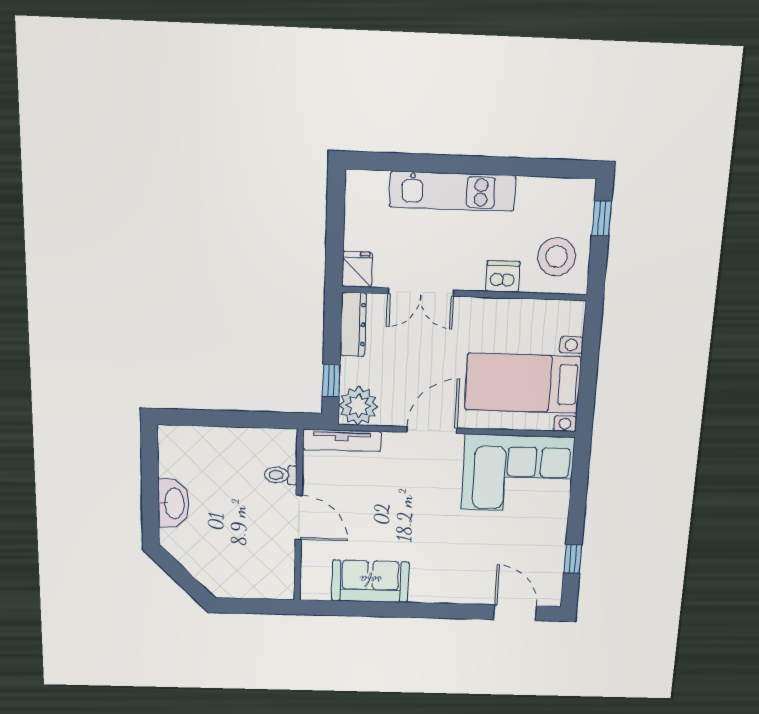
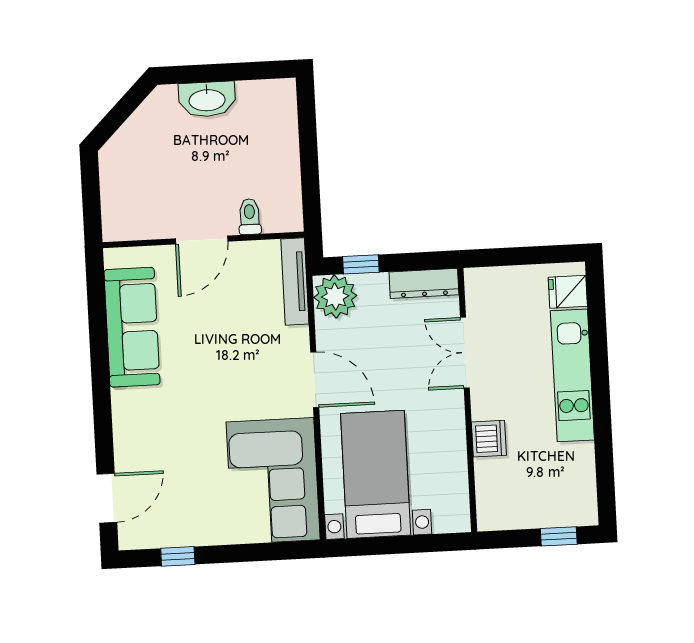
stool: (556, 257) -> (515, 494), removed
fridge: (357, 269) -> (568, 292), moved, turned 180
sofa: (370, 581) -> (132, 327), width x1.36

